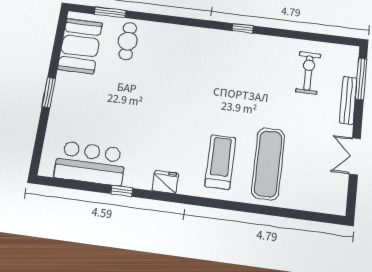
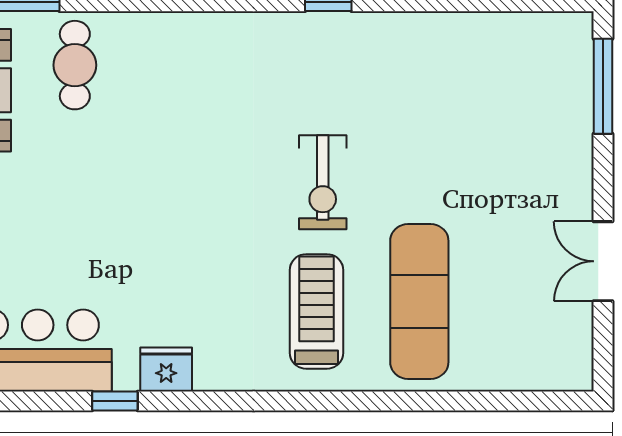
exercise bike: (308, 73) -> (323, 182), moved, turned 180
bench: (348, 100) -> (579, 138), removed
fridge: (165, 182) -> (166, 370), moved

